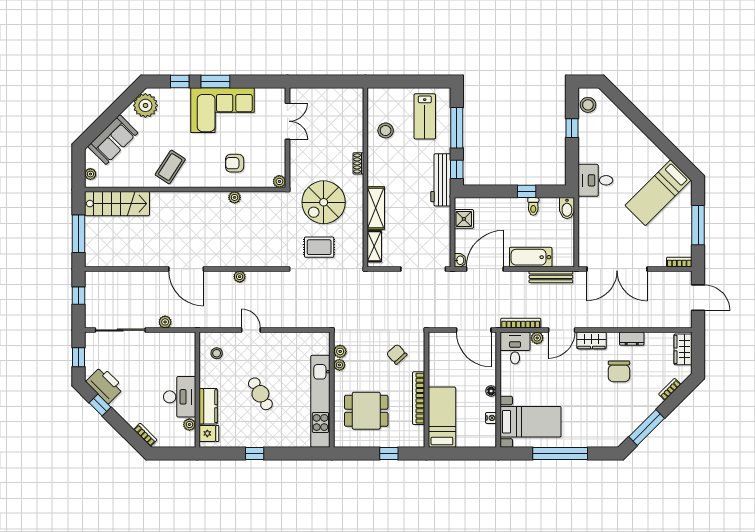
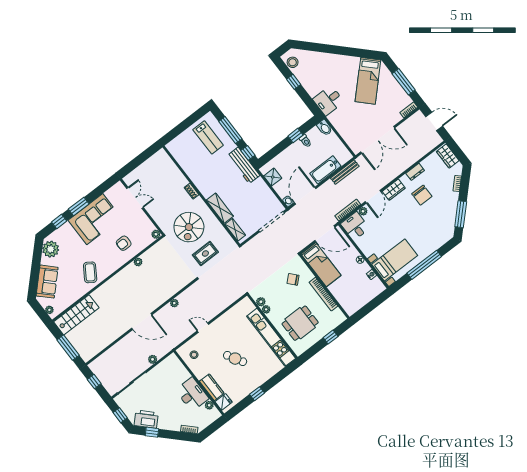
stool: (386, 130) -> (193, 162), removed
bed: (442, 417) -> (321, 265), moved, turned 180

